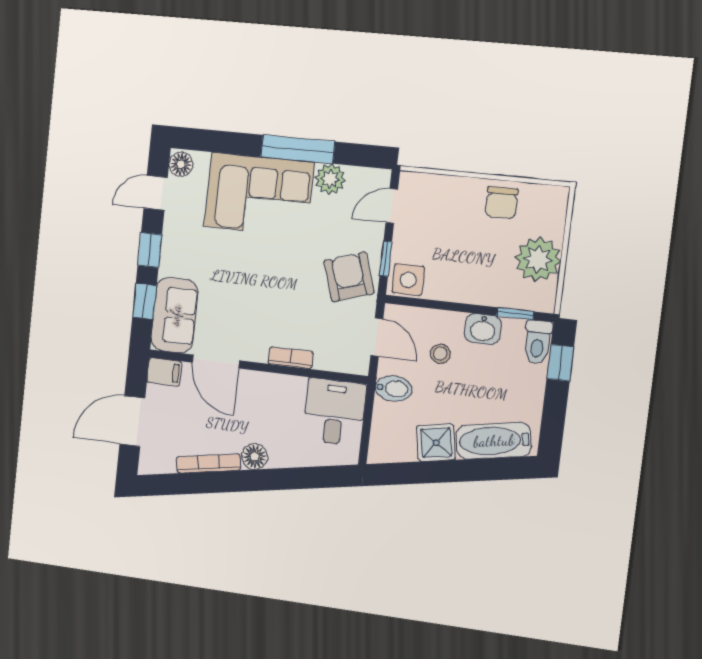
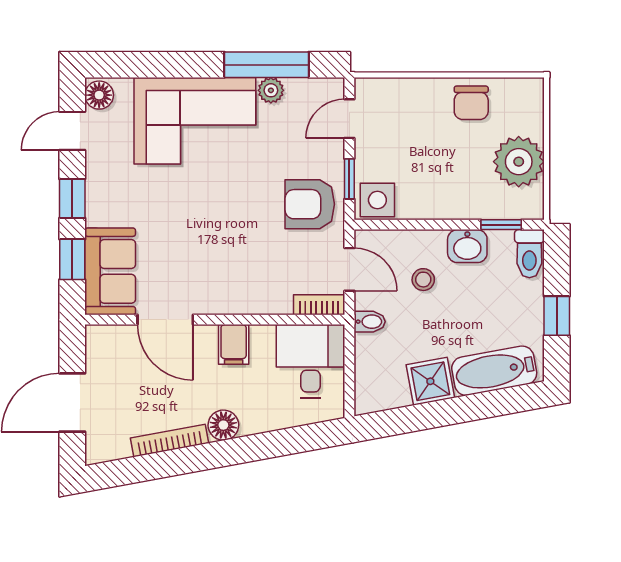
window: (298, 149) -> (266, 65), moved
plant: (330, 179) -> (271, 90), width x0.73, depth x0.73
armchair: (349, 277) -> (310, 204), turned -72
bookcase: (291, 358) -> (319, 305), moved
window: (560, 363) -> (557, 316), moved
filing cabinet: (164, 372) -> (234, 344), moved, turned 90
bidet: (394, 389) -> (370, 322), width x0.72, depth x0.74

